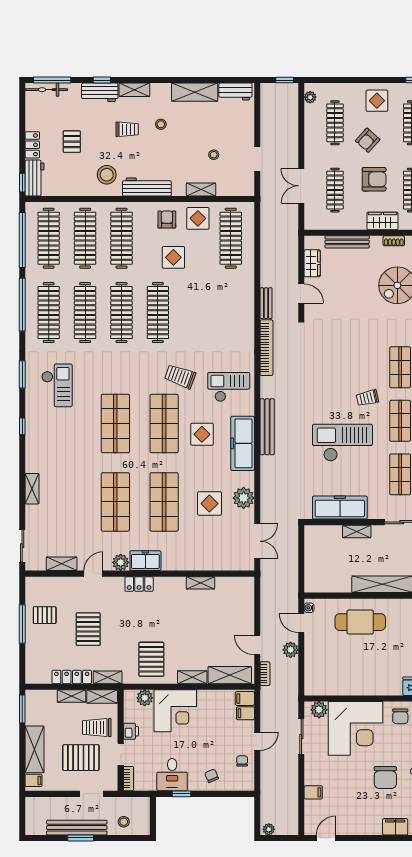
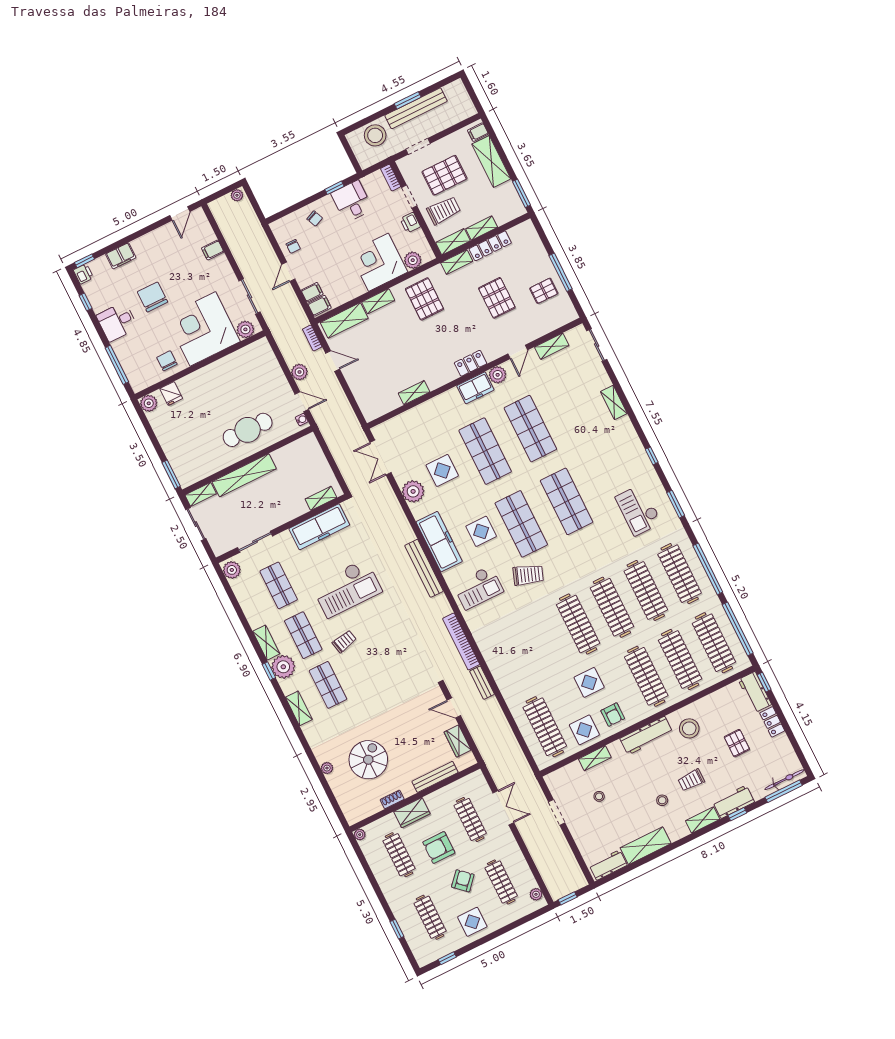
shelving: (357, 531) -> (321, 498), moved
stool: (124, 822) -> (375, 135), width x1.89, depth x1.89

